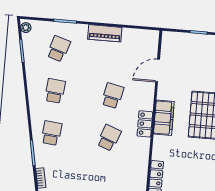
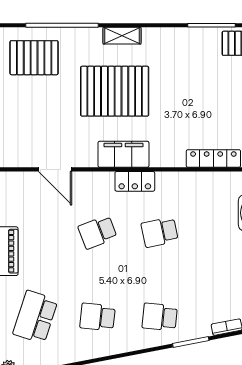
school desk: (59, 49) -> (35, 317), width x1.85
school desk: (113, 96) -> (98, 232), turned -33
school desk: (109, 138) -> (160, 232), turned -33

